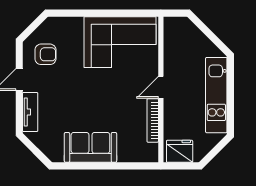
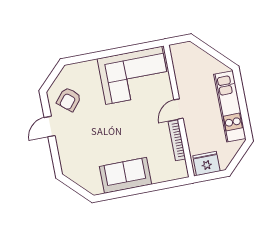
armchair: (45, 54) -> (69, 99), turned 130
tv unit: (30, 112) -> (65, 154), removed

